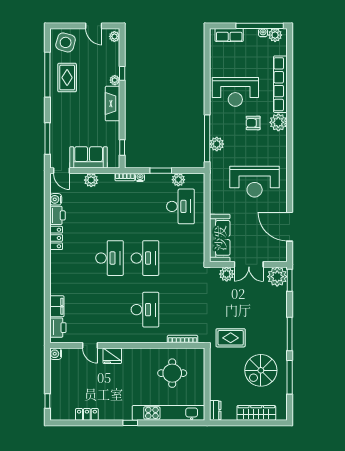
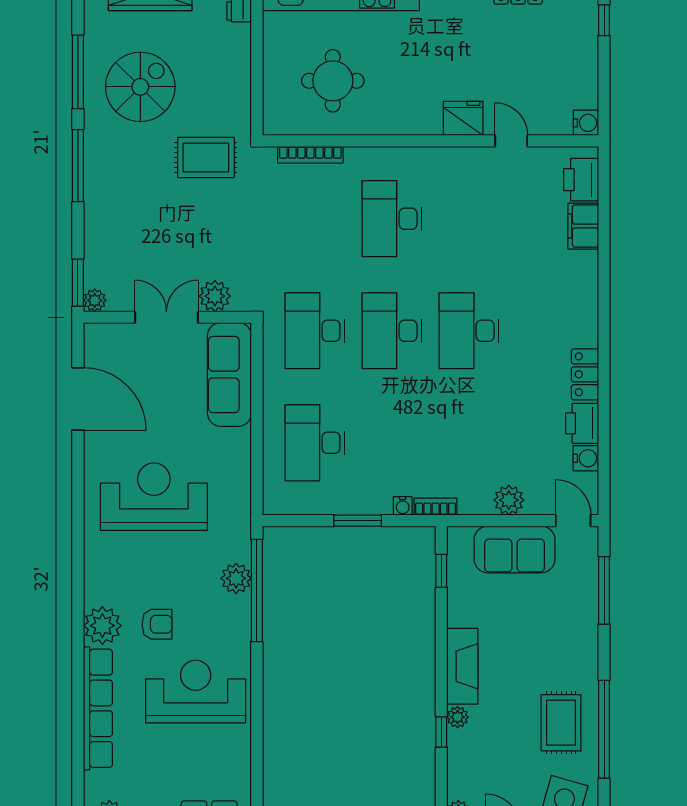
plant: (178, 180) -> (319, 501), removed
desk: (180, 258) -> (315, 331), added
plant: (277, 277) -> (95, 300), width x0.53, depth x0.53

